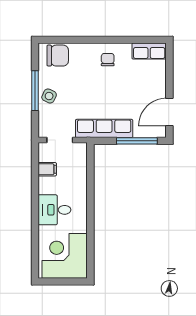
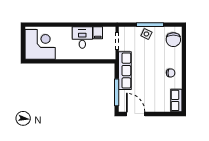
desk: (54, 210) -> (82, 38), moved

